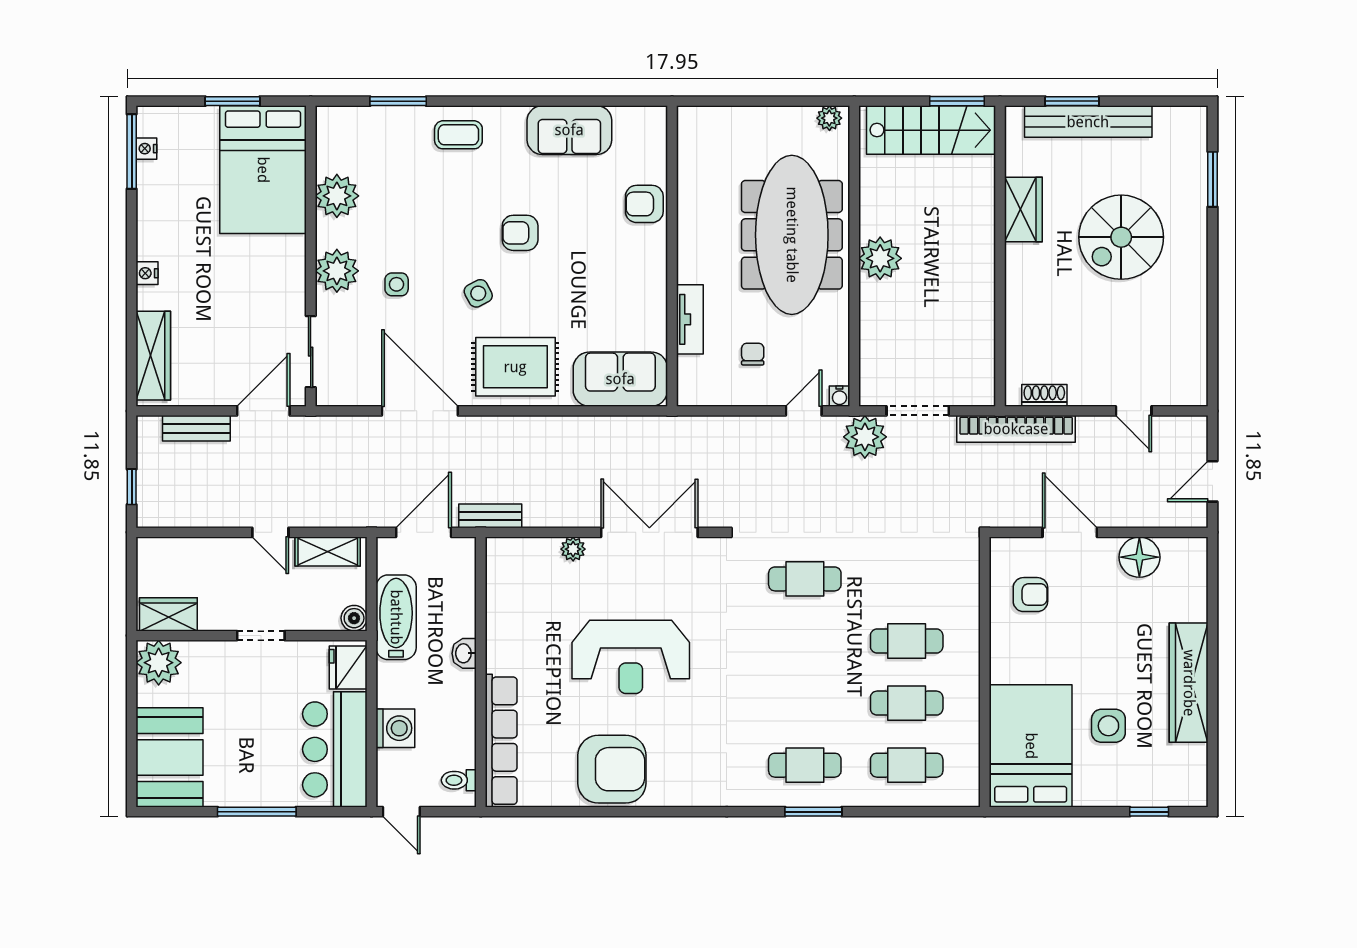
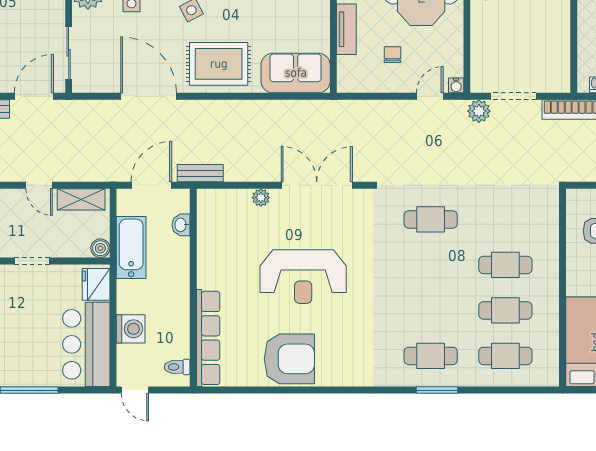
plant: (865, 437) -> (479, 111), width x0.73, depth x0.73
washbasin: (464, 653) -> (181, 225), moved

